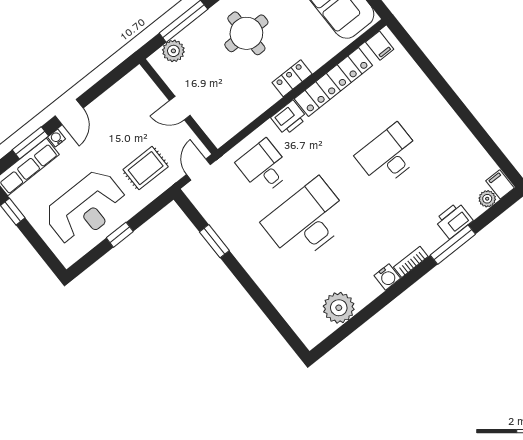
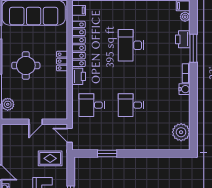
rug: (146, 168) -> (50, 158), turned 90
desk: (307, 221) -> (131, 105), width x0.53, depth x0.77
plant: (339, 308) -> (181, 132), moved

